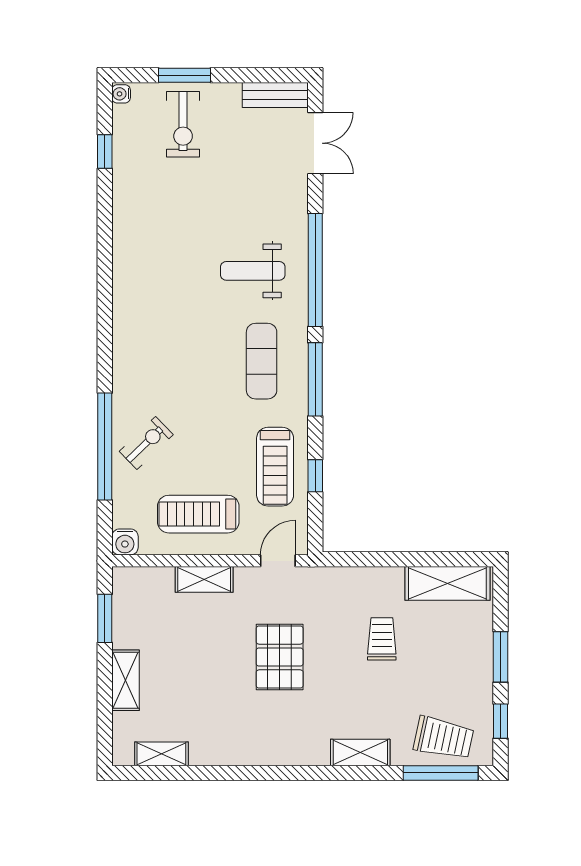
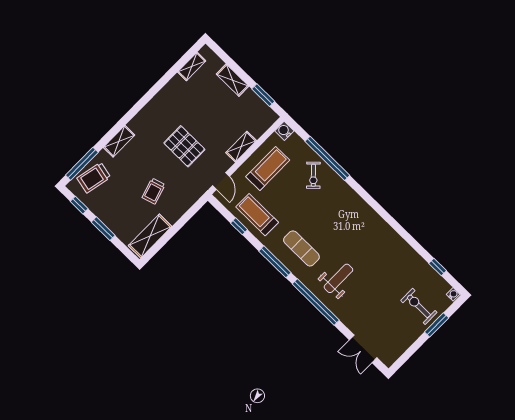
bench: (275, 95) -> (396, 352), removed
trolley: (382, 639) -> (154, 191), turned 73

